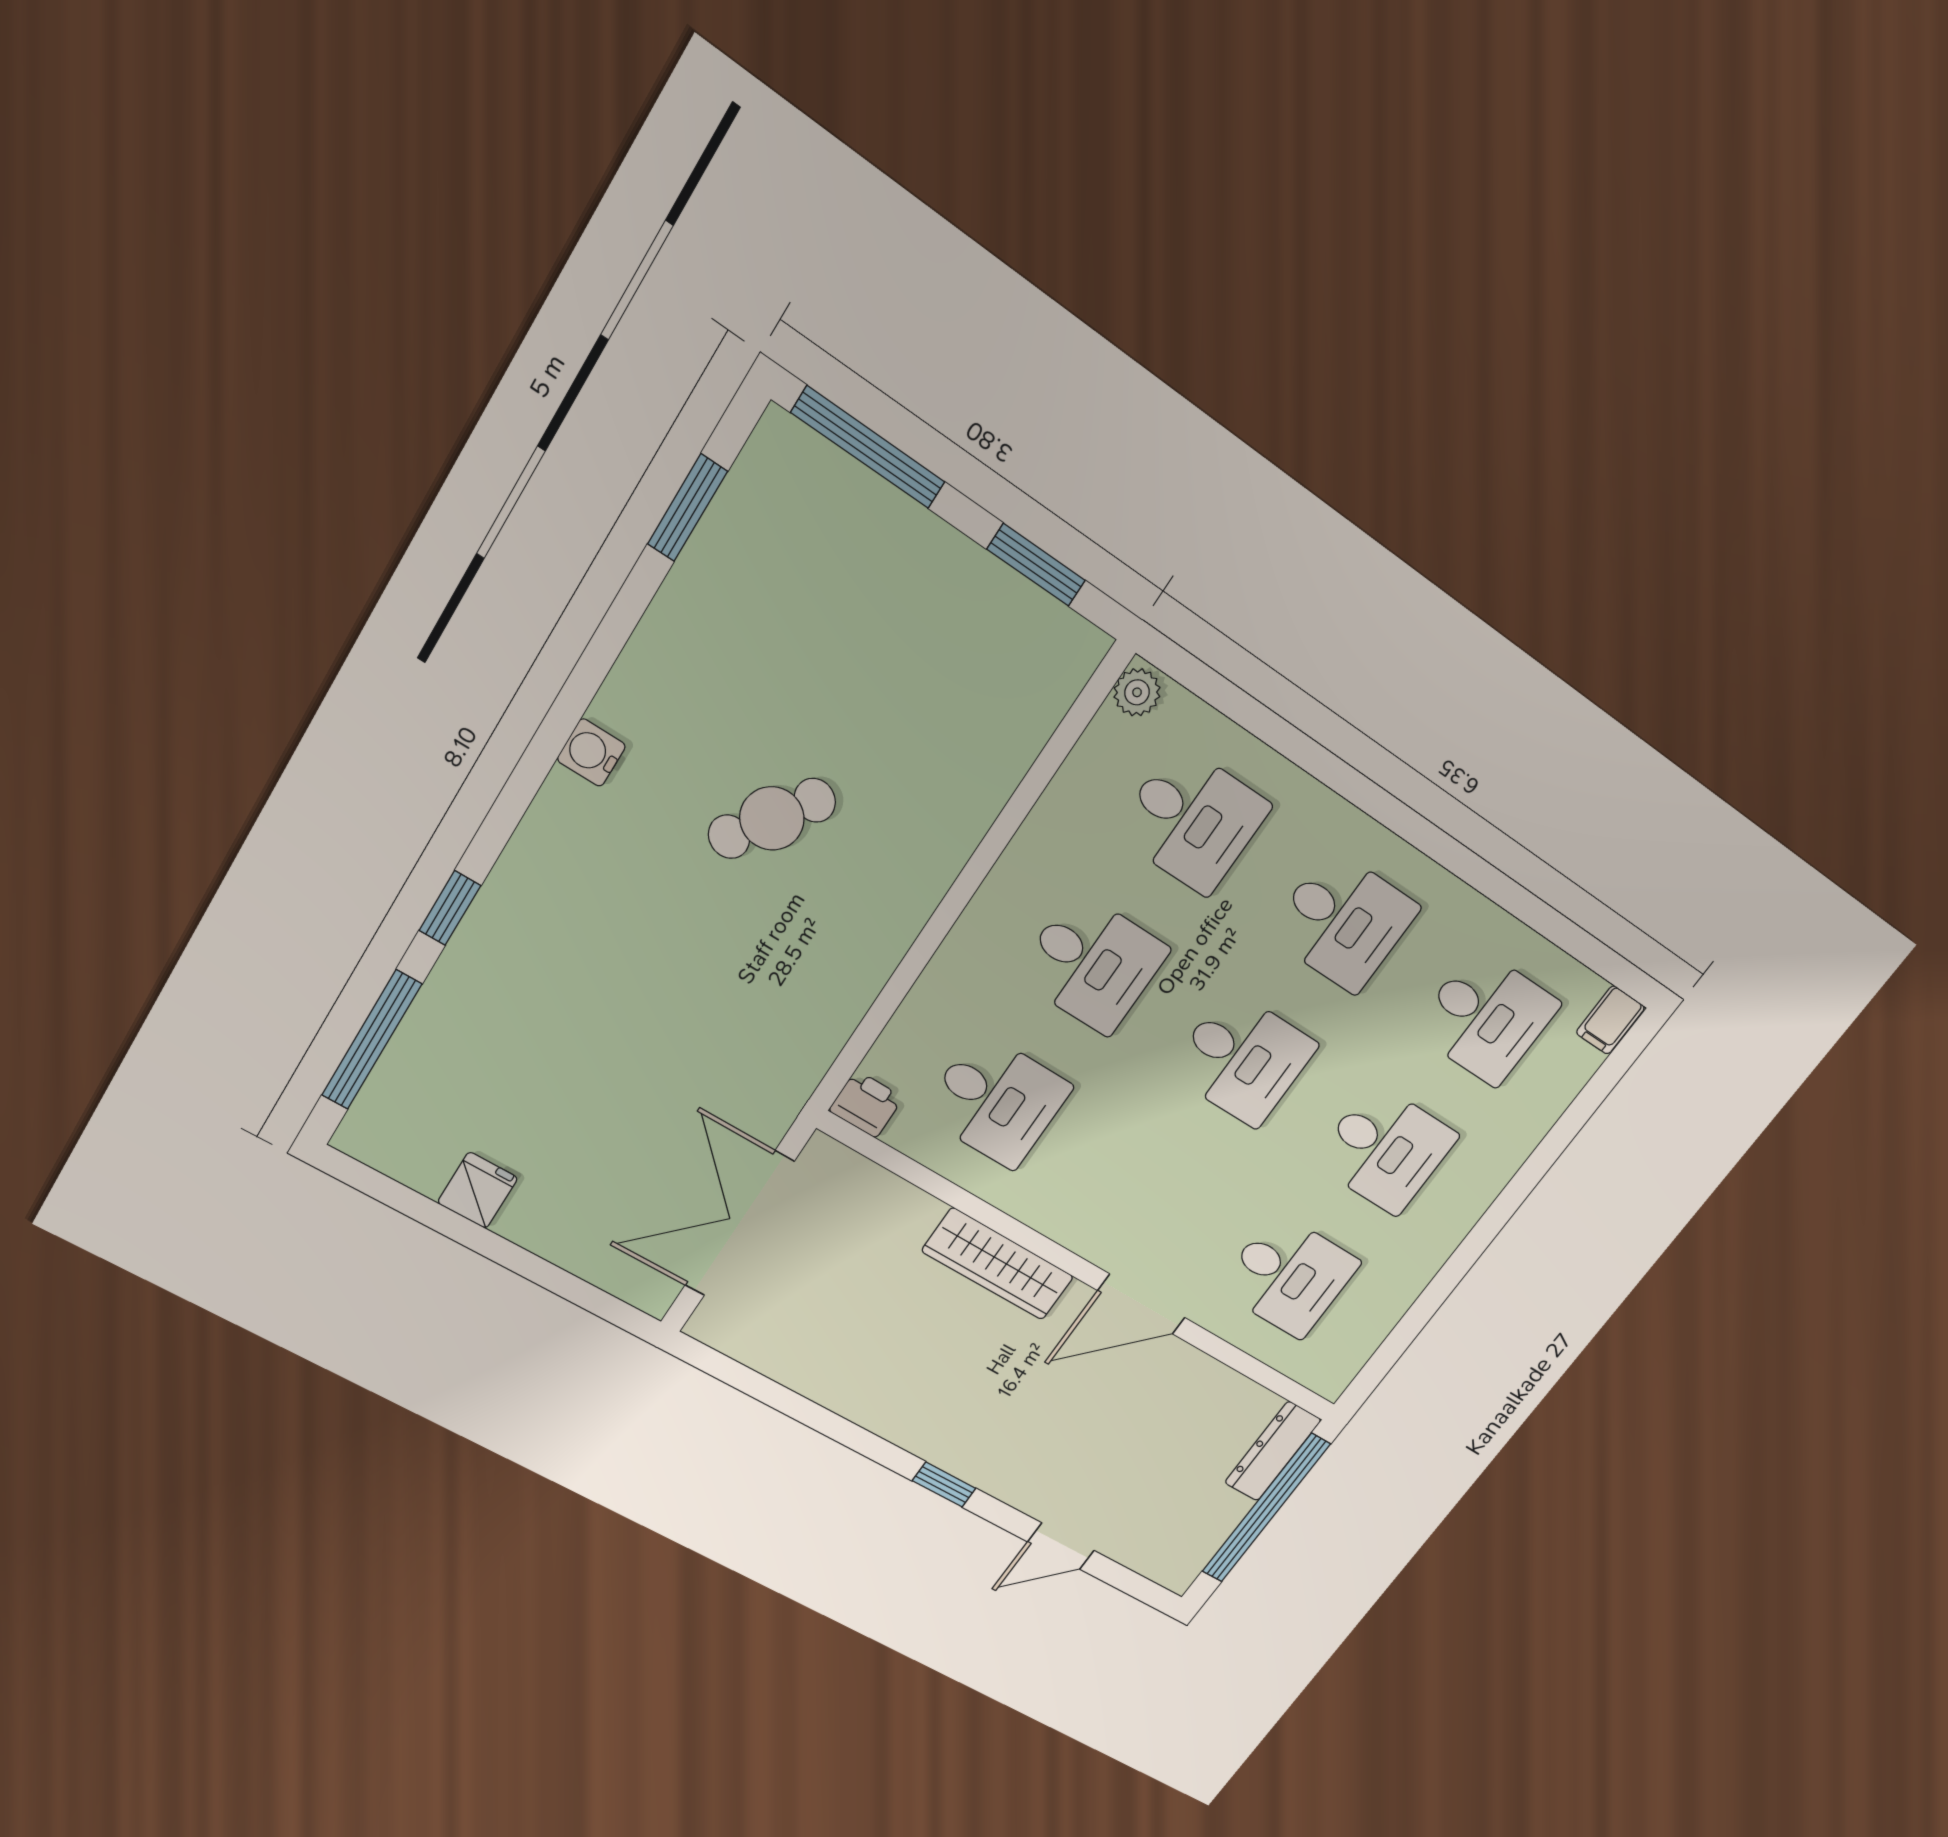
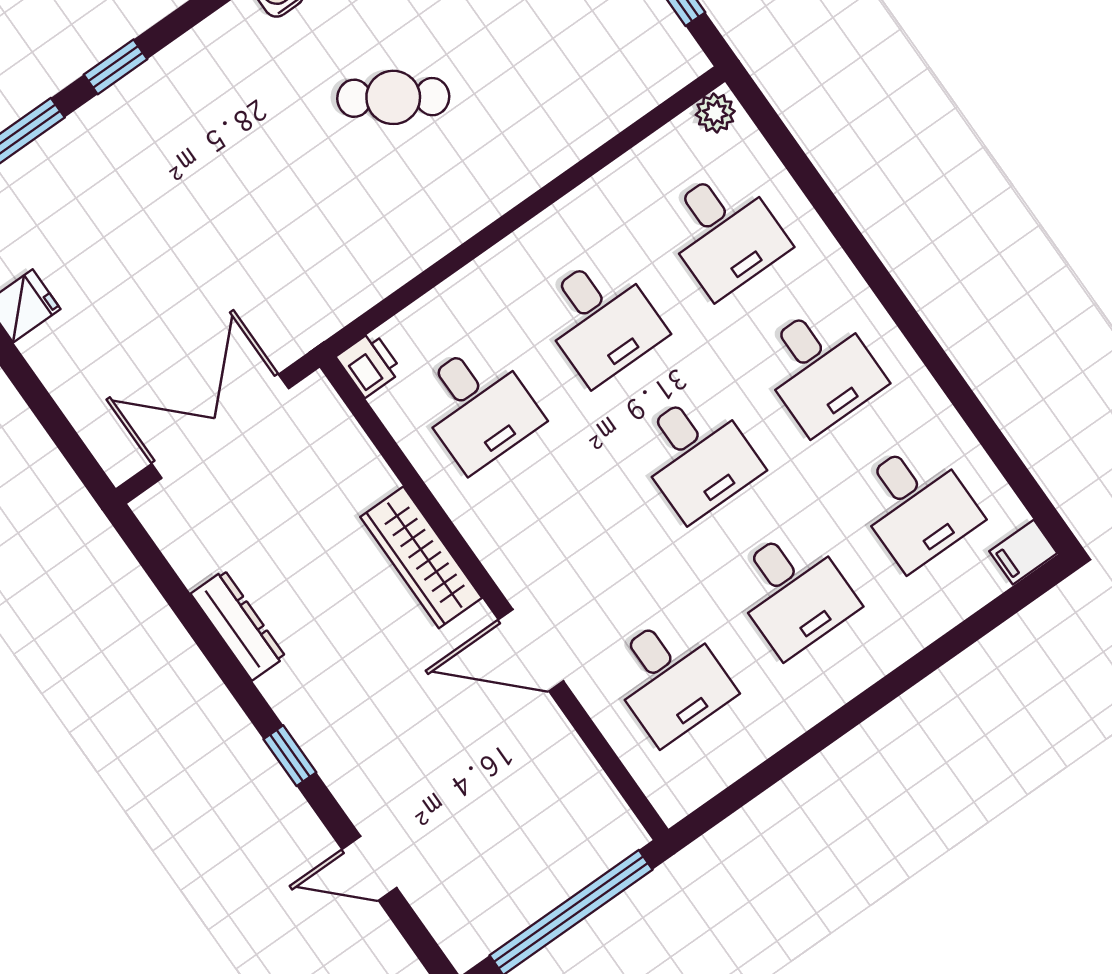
dresser: (1273, 1451) -> (238, 625), moved, turned 90

